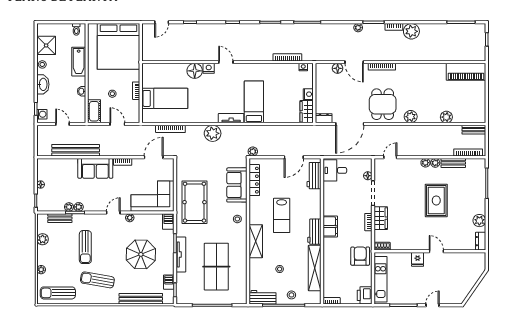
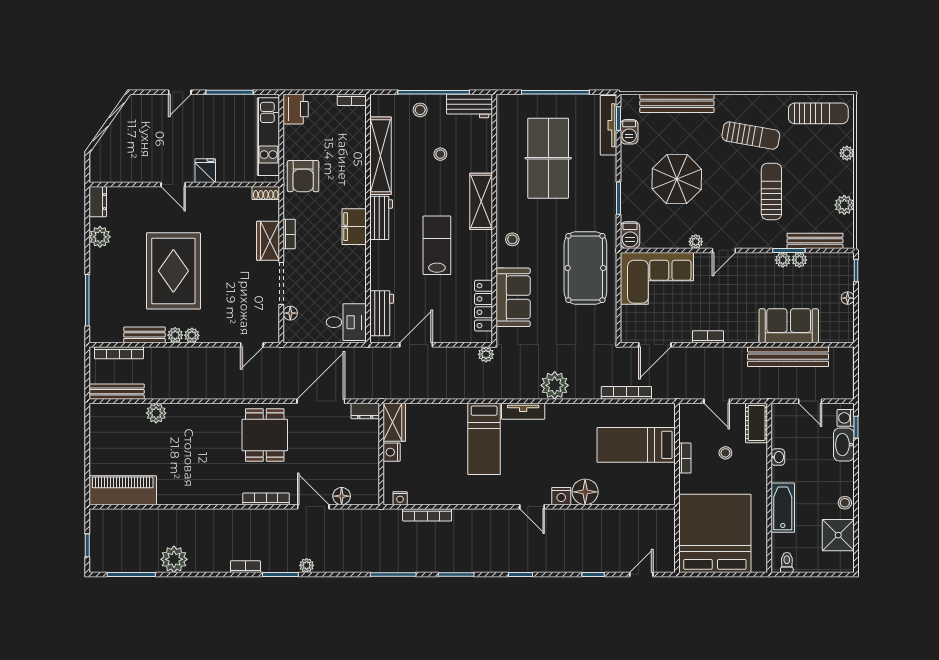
plant: (411, 31) -> (174, 559), moved
washbasin: (43, 84) -> (844, 445), moved
plant: (411, 117) -> (217, 414), removed
bench: (474, 130) -> (117, 392), width x1.36
sofa: (95, 168) -> (789, 326), moved
rug: (436, 200) -> (173, 271), width x1.37, depth x1.44
bench: (60, 218) -> (815, 241), width x1.36
tv unit: (181, 254) -> (609, 125), moved

